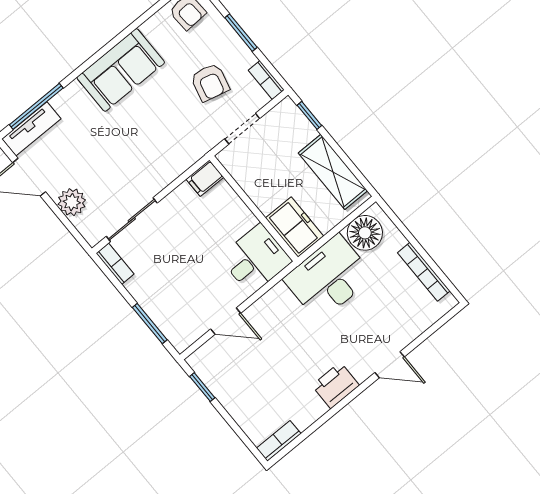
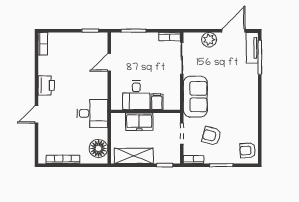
sofa: (121, 70) -> (195, 97), moved, turned 180
filing cabinet: (205, 178) -> (157, 102), moved
freezer: (294, 227) -> (139, 122), moved
desk: (256, 259) -> (136, 95), moved
desk: (329, 278) -> (92, 113), width x0.73

